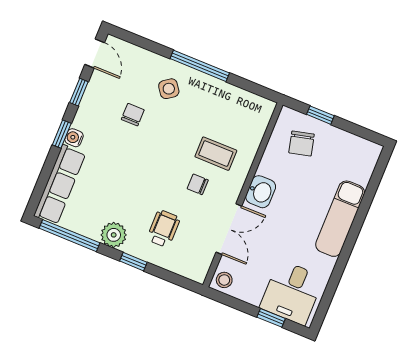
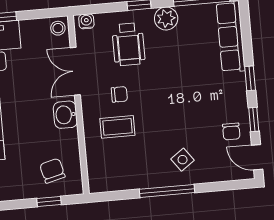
chair: (133, 115) -> (231, 131), moved
water cooler: (74, 138) -> (86, 21), moved, turned -90
wheelchair: (163, 229) -> (128, 44), width x1.36, depth x1.37

